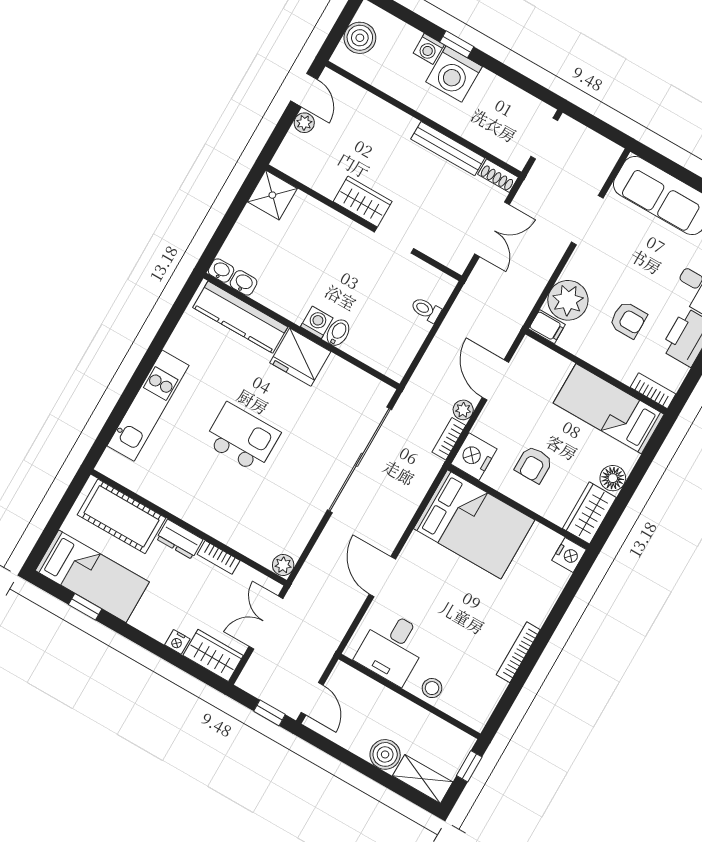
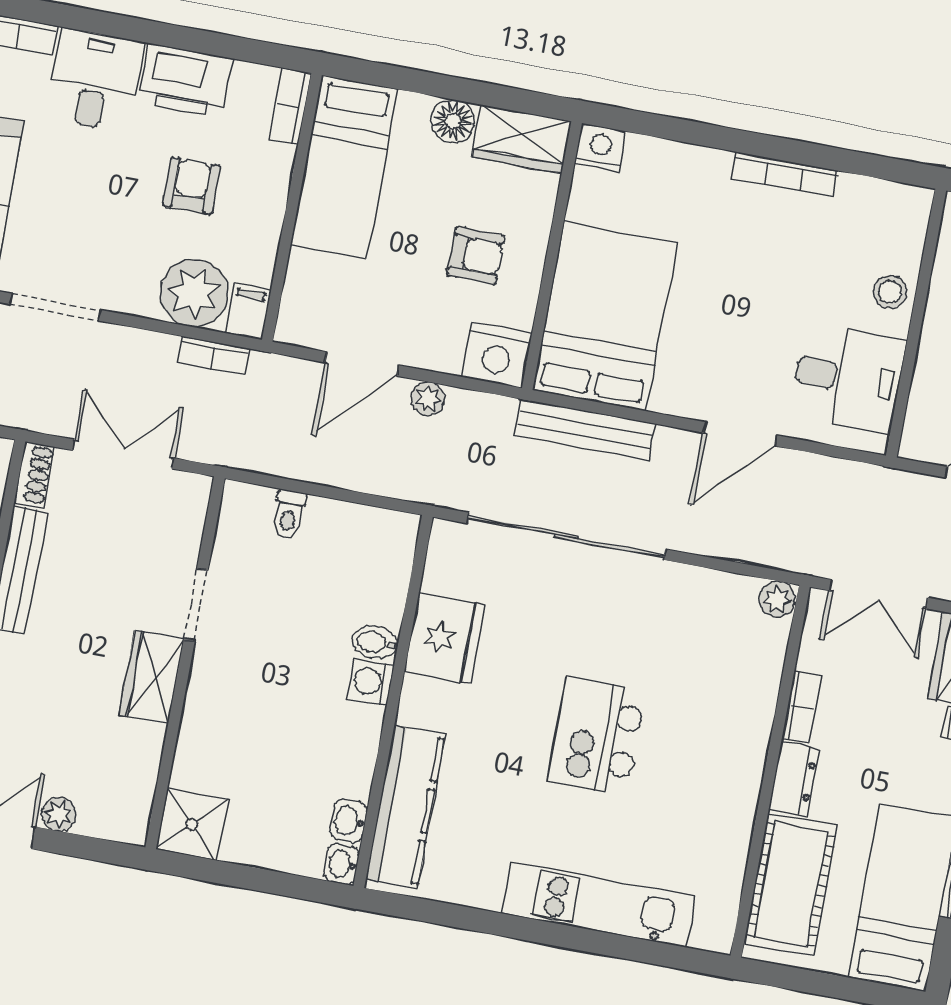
fridge: (300, 357) -> (445, 638), moved
bookcase: (449, 439) -> (213, 356), moved
bench: (415, 491) -> (585, 430), added

